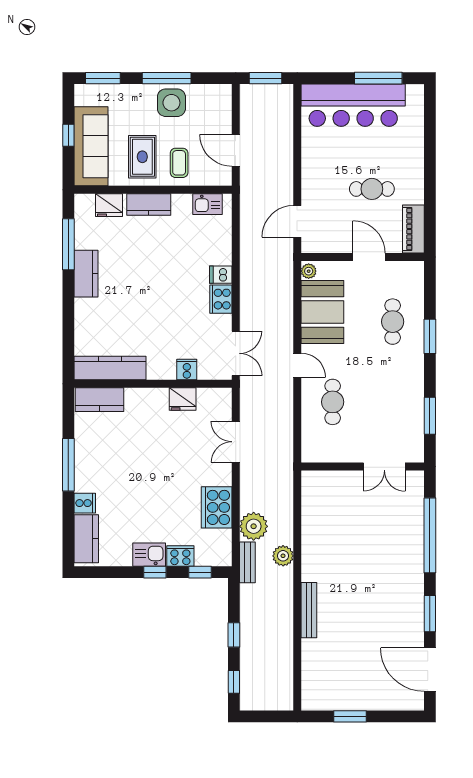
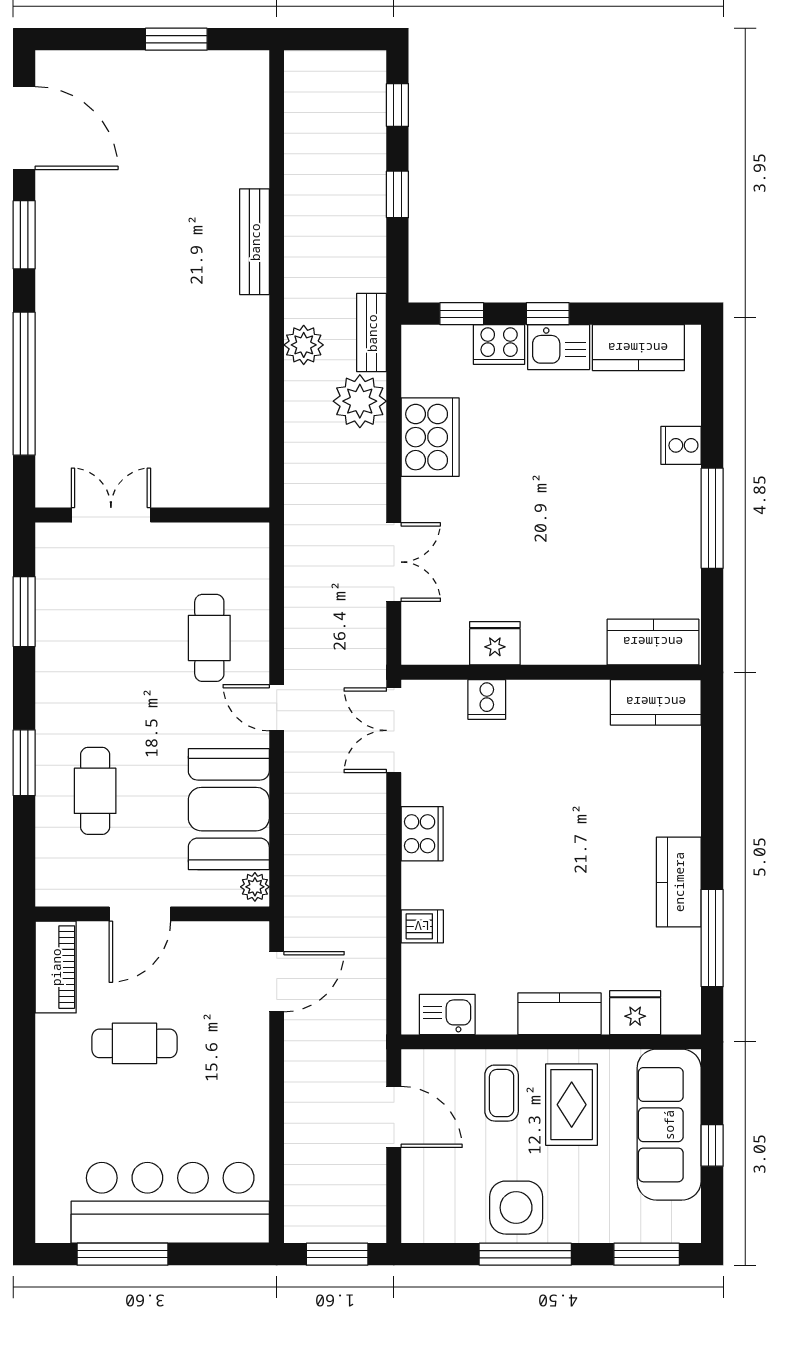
door: (369, 257) -> (140, 914), hinge flipped
dishwasher: (221, 275) -> (422, 926), moved
kitchen counter: (110, 368) -> (656, 702), width x0.67
kitchen counter: (86, 539) -> (638, 348), moved, turned -90

